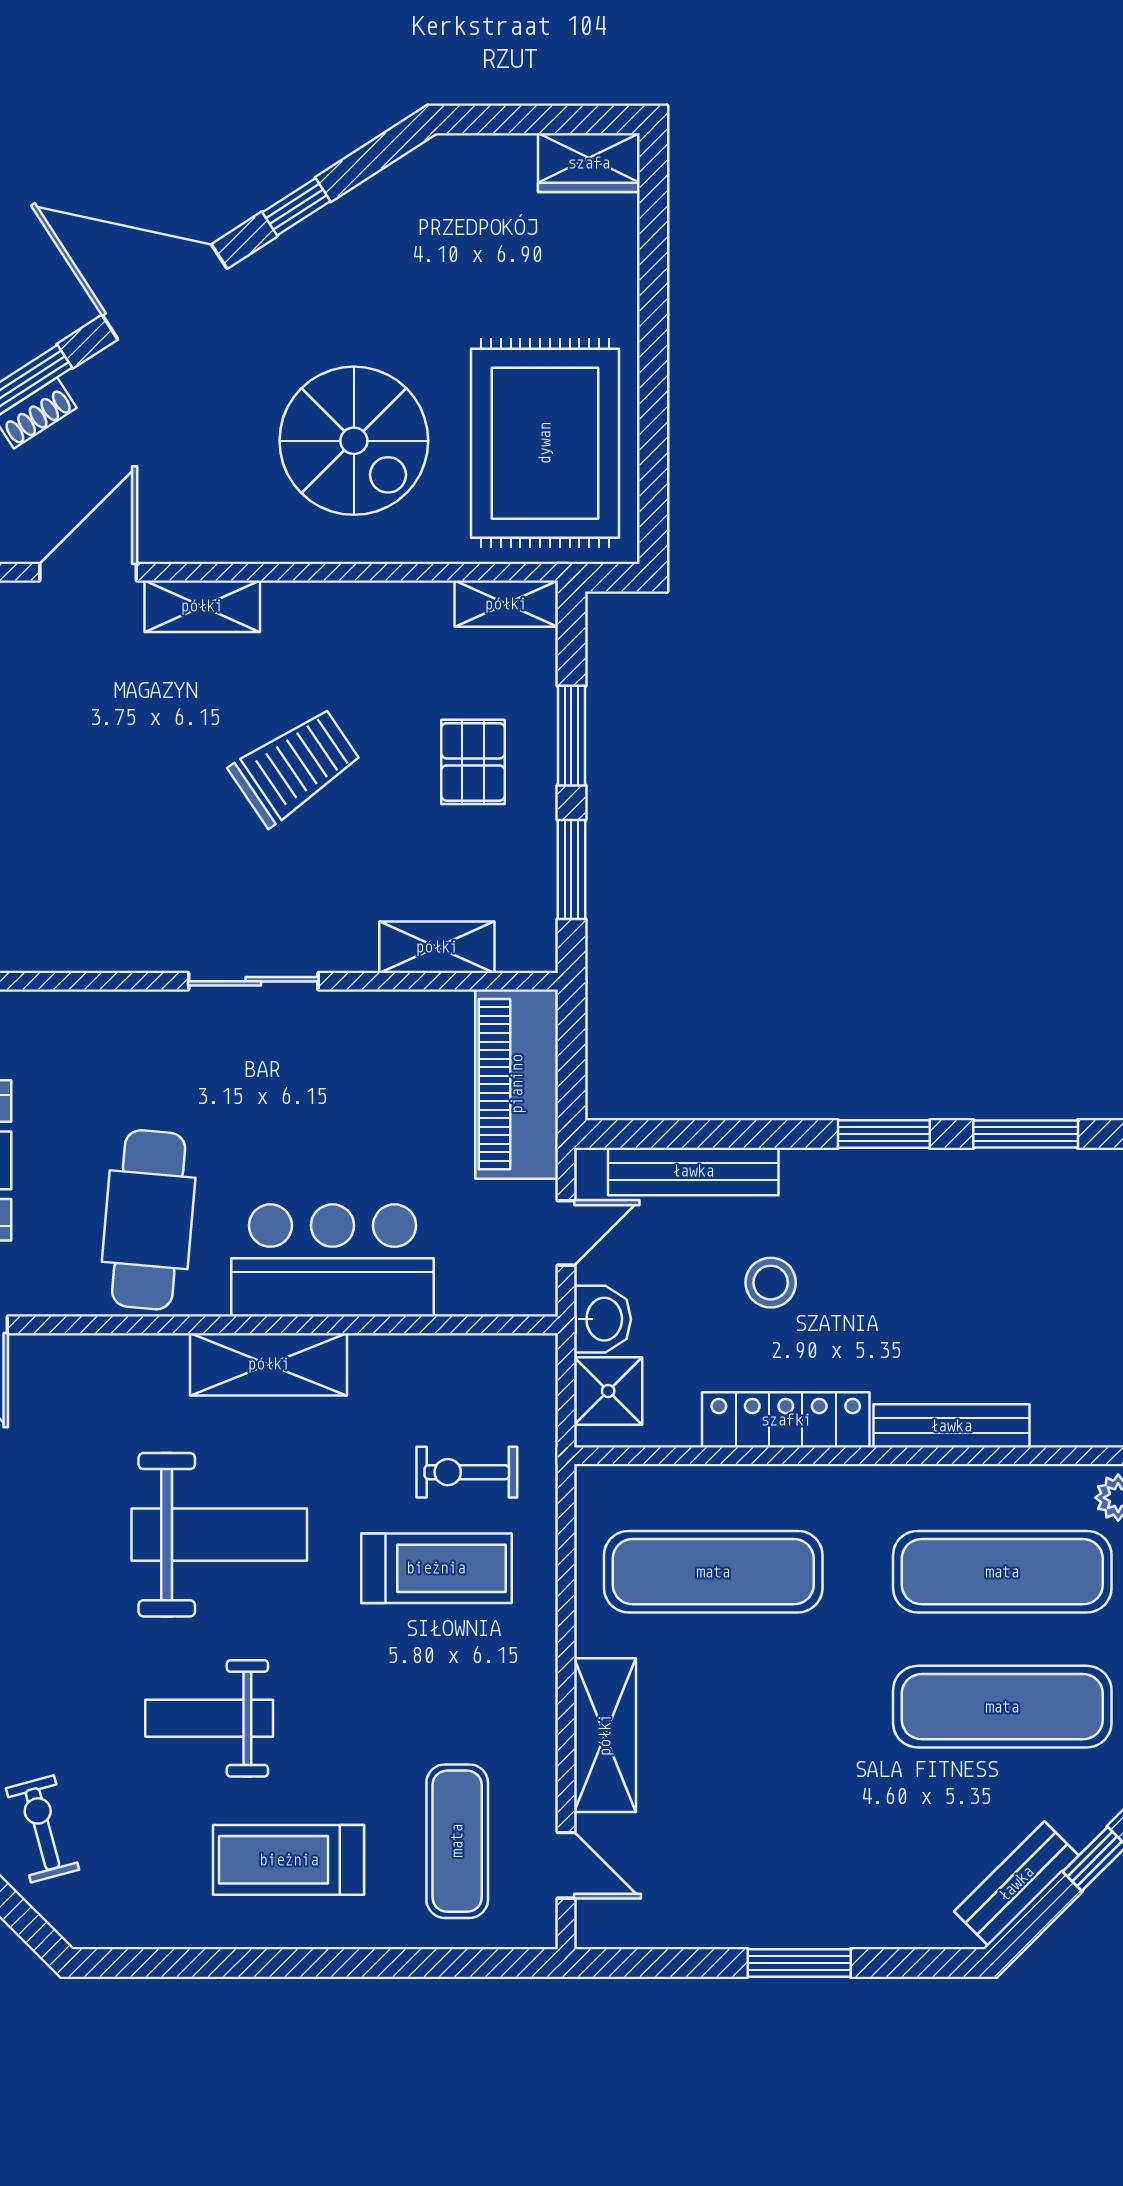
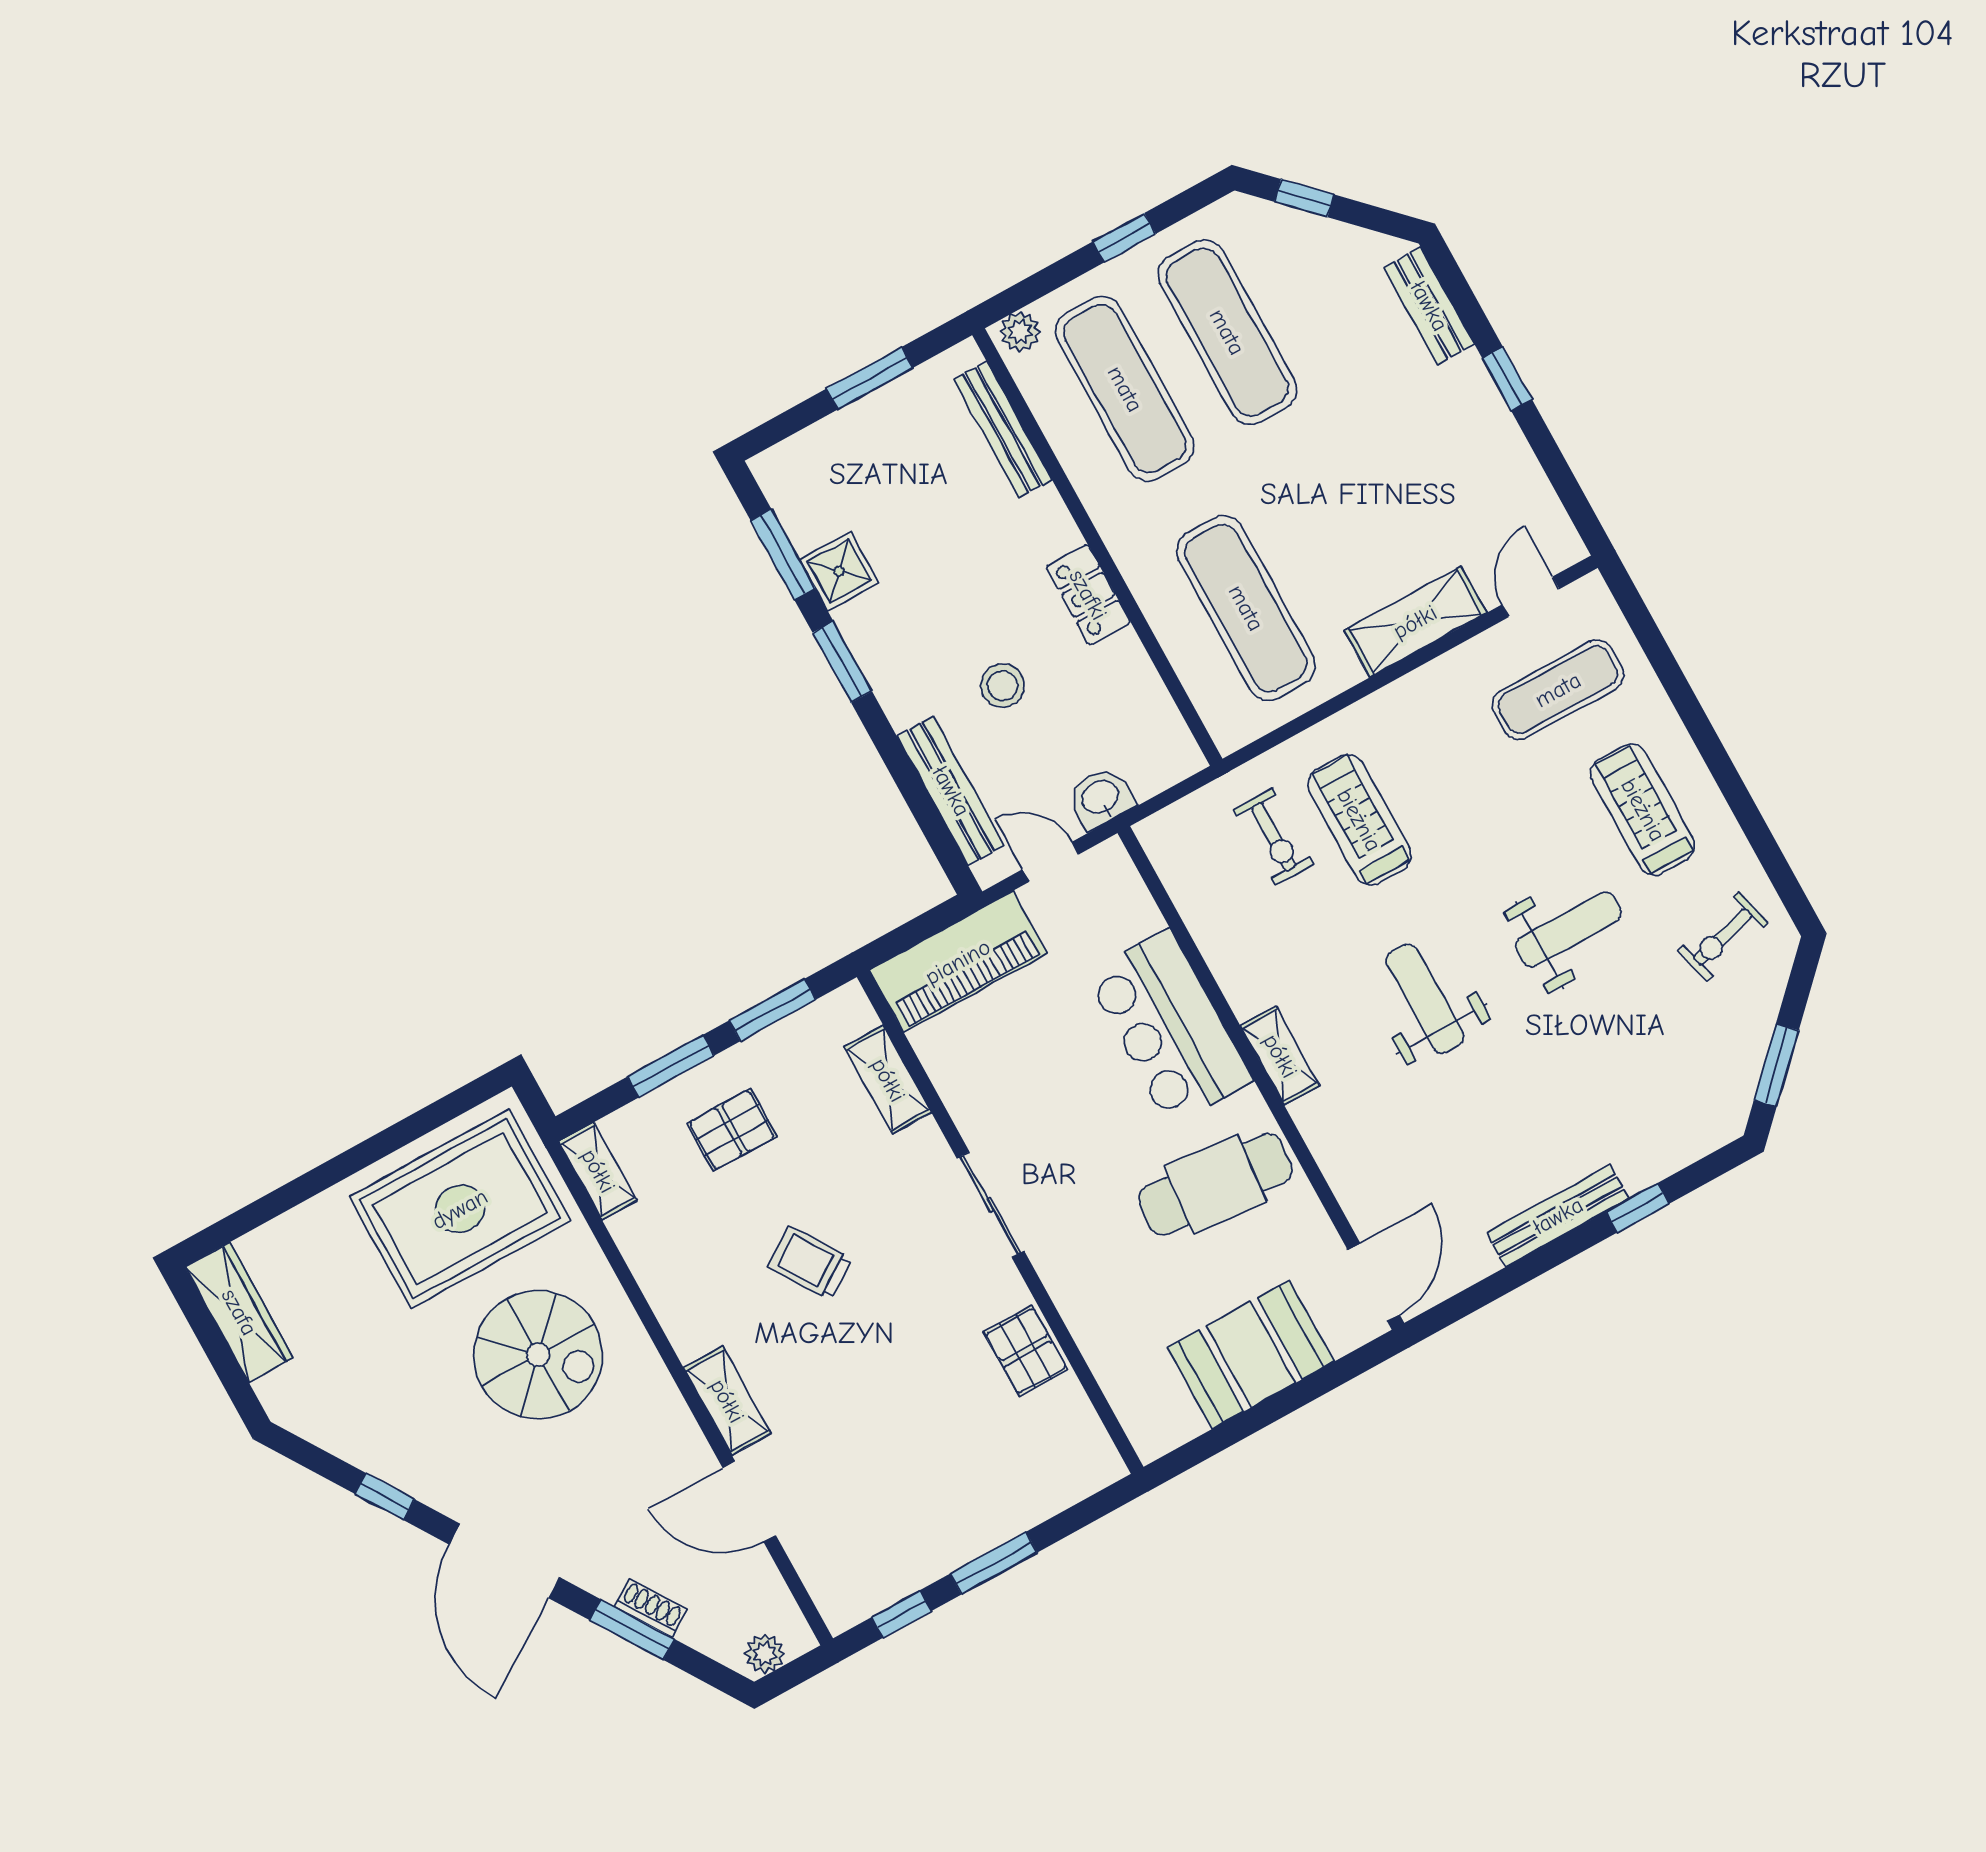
wardrobe: (589, 163) -> (239, 1312), width x1.50
spiral stairs: (354, 441) -> (538, 1355), turned 90
trolley: (295, 766) -> (810, 1263), width x0.73, depth x0.72
pallet: (86, 935) -> (1026, 1351), added
shelving: (269, 1364) -> (1280, 1056), width x0.67, depth x0.75
shower: (608, 1391) -> (839, 571), moved
locker: (786, 1420) -> (1088, 595), width x0.66
bench: (951, 1426) -> (1003, 429), moved
weight bench: (219, 1535) -> (1425, 999), width x0.73, depth x0.75
weight bench: (209, 1718) -> (1569, 929), turned -90
exercise bike: (42, 1829) -> (1723, 937), moved
treadmill: (289, 1860) -> (1643, 810), turned 180
bench: (1016, 1884) -> (1429, 306), moved, turned 45
window: (799, 1963) -> (1507, 379), width x0.67

